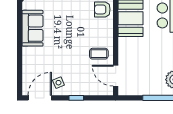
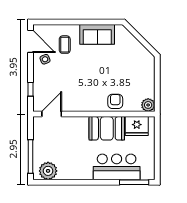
coffee table: (99, 54) -> (65, 45), moved
window: (76, 98) -> (30, 89), moved

